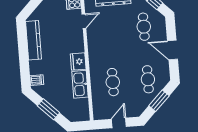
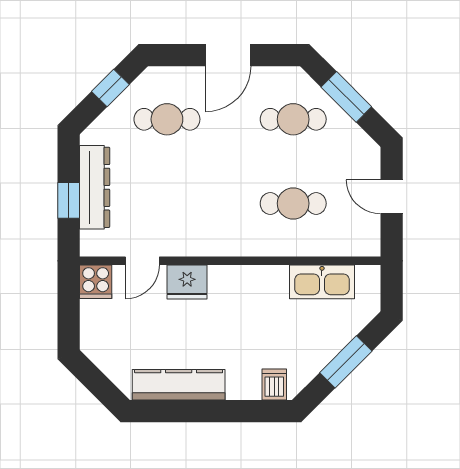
door: (84, 21) -> (142, 261), swing flipped
fridge: (78, 62) -> (187, 282), moved
kitchen sink: (80, 84) -> (322, 282), moved

